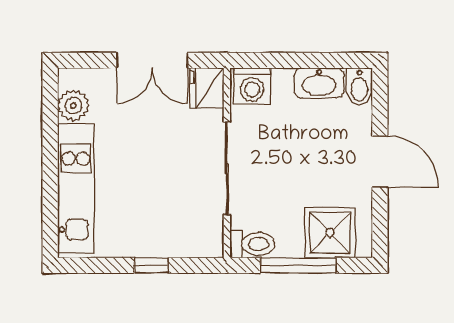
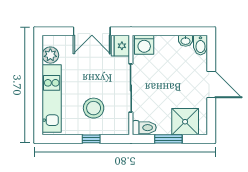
washbasin: (319, 83) -> (186, 41), width x0.52, depth x0.69
stool: (156, 207) -> (94, 108), added
window: (298, 265) -> (168, 139), width x0.69

